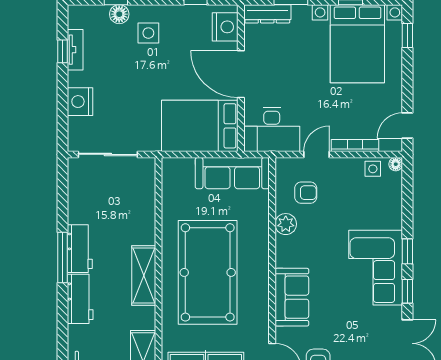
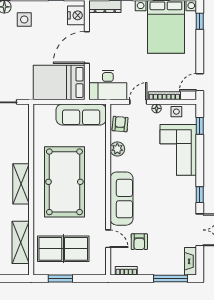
door: (241, 74) -> (87, 47), hinge flipped
floor lamp: (396, 164) -> (157, 108), moved
armchair: (306, 193) -> (120, 124), moved, turned -85
window: (407, 251) -> (200, 126), moved
corner sofa: (376, 268) -> (178, 150), moved
sofa: (292, 297) -> (121, 199), width x1.36

